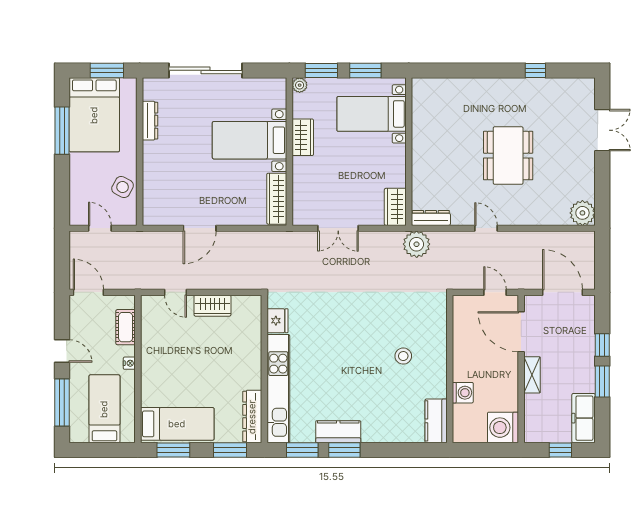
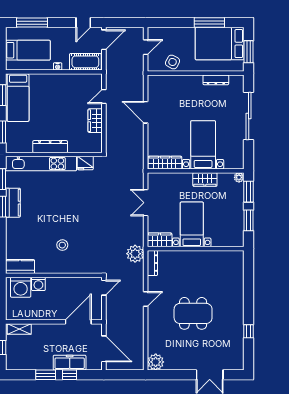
bed with nightstands: (372, 114) -> (192, 224), moved
door: (495, 292) -> (104, 288), moved
door: (562, 292) -> (104, 349), hinge flipped
cot: (126, 327) -> (85, 62), width x1.37, depth x1.34
door: (62, 351) -> (83, 23), moved
shelving: (532, 375) -> (19, 329), moved
dresser: (252, 417) -> (50, 147), moved
freezer: (584, 418) -> (70, 363), moved
washing machine: (503, 428) -> (21, 287), moved, turned 180

